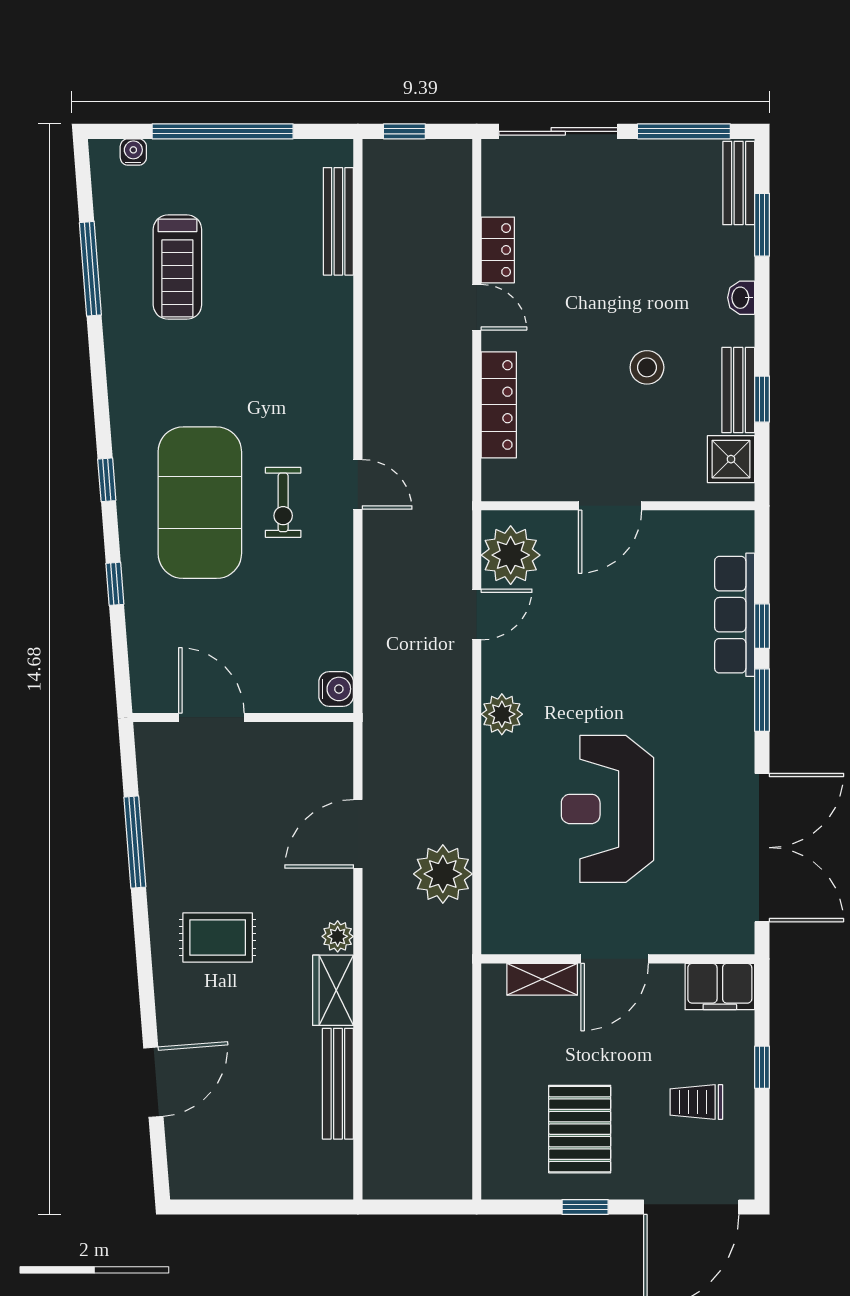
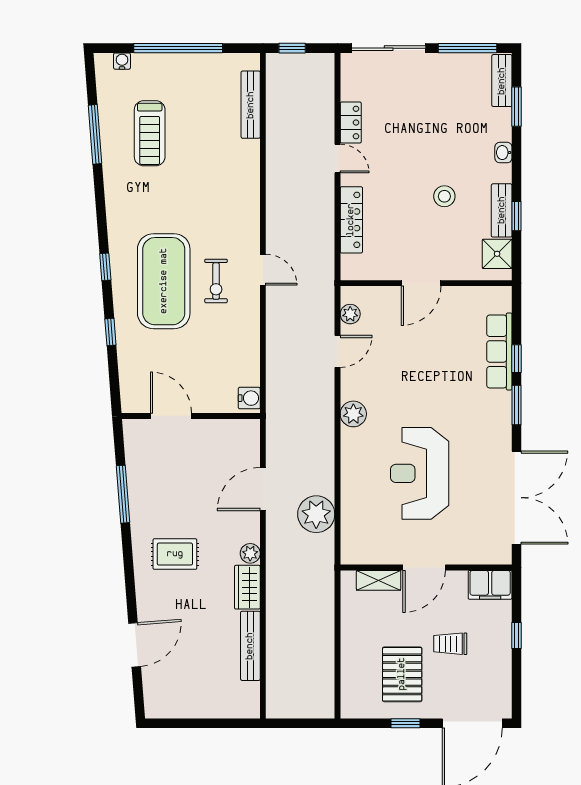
plant: (511, 555) -> (350, 314), width x0.53, depth x0.53
trolley: (696, 1102) -> (450, 644), moved

